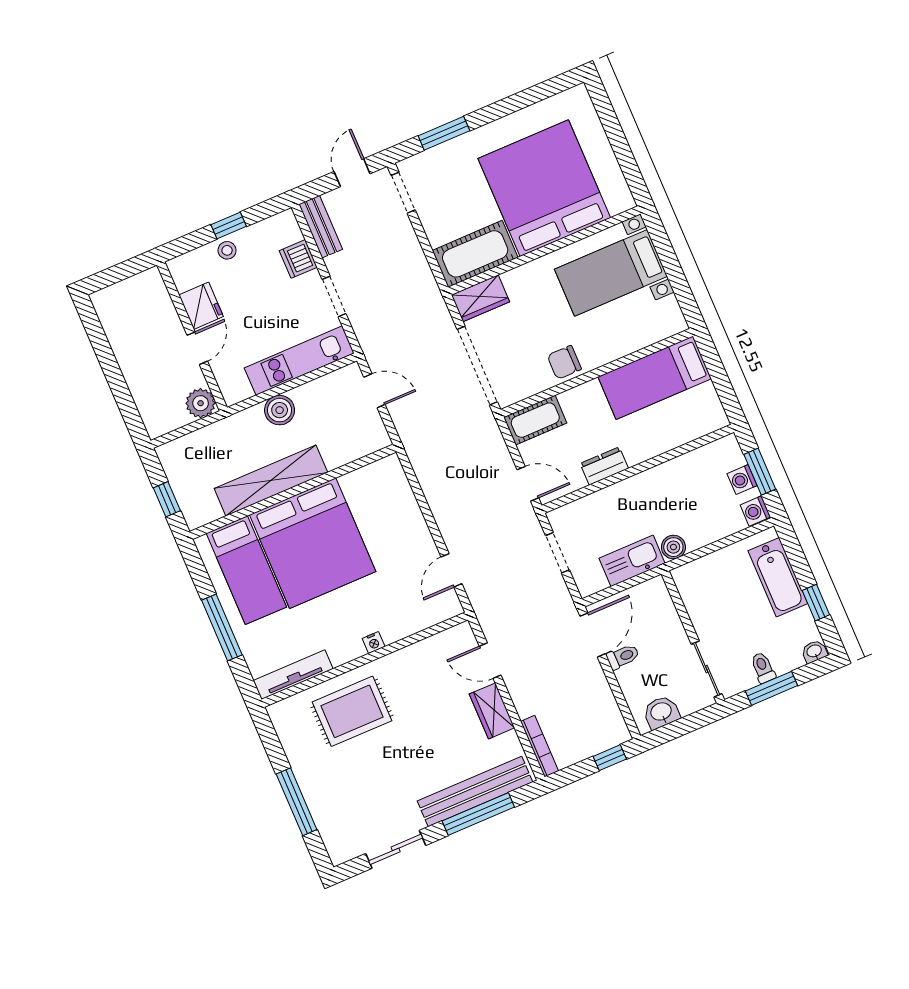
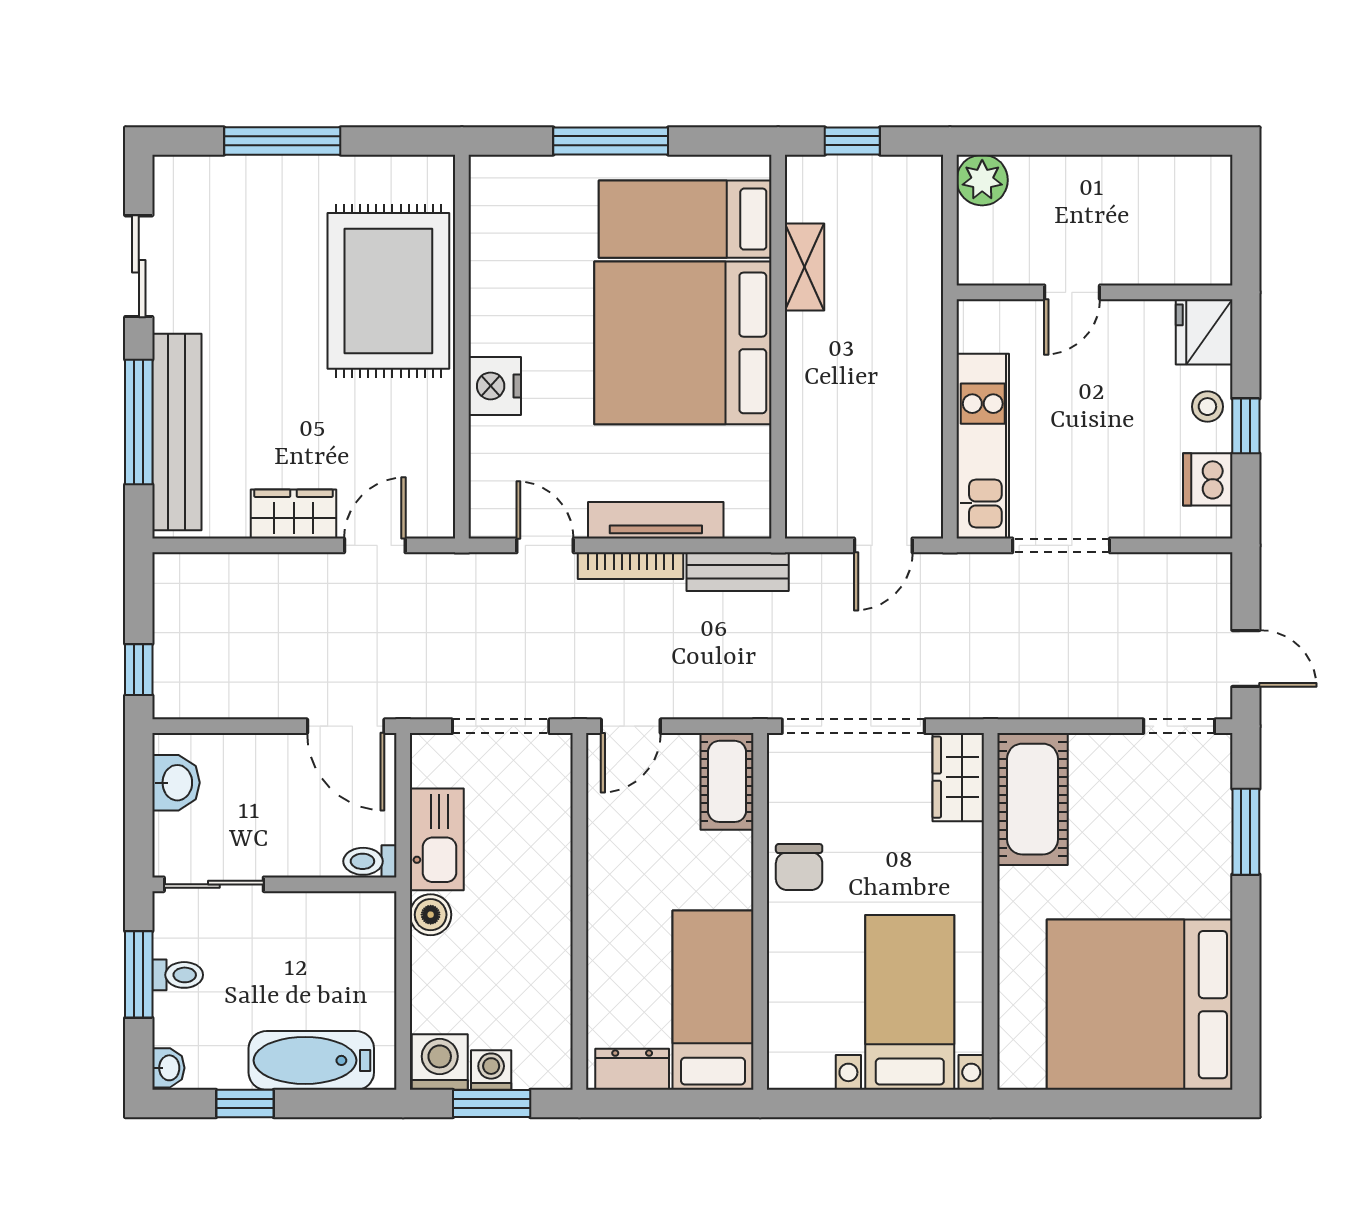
bed: (544, 188) -> (1140, 1005), moved, turned 180
bench: (321, 227) -> (738, 572), moved
dishwasher: (298, 259) -> (1208, 479), moved, turned -90
doorway: (334, 296) -> (1061, 545), width x1.38
fridge: (201, 306) -> (1204, 332), moved, turned 90
door: (197, 348) -> (1072, 292), hinge flipped
chair: (564, 362) -> (799, 867), turned 180
plant: (201, 403) -> (982, 180), moved
boiler: (280, 410) -> (917, 381), removed
dresser: (604, 466) -> (632, 1069), moved, turned -90
shelving: (271, 481) -> (805, 267), width x0.45, depth x0.75
washing machine: (755, 511) -> (440, 1062), width x1.38, depth x1.38
doorway: (557, 553) -> (501, 726), width x1.38
nightstand: (374, 642) -> (495, 386), width x1.89, depth x1.79
toilet: (623, 657) -> (370, 861), moved, turned 90
tv unit: (293, 675) -> (656, 520), moved, turned -90
rug: (352, 711) -> (388, 291), width x1.37, depth x1.44
bookcase: (540, 746) -> (630, 566), moved

